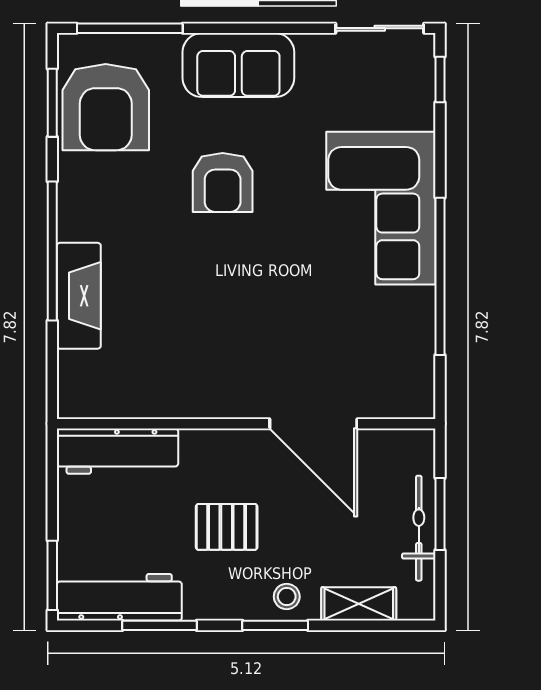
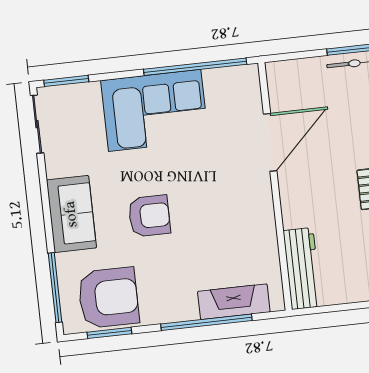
window: (440, 79) -> (66, 81), width x1.50
wall: (246, 424) -> (275, 186), moved
door: (313, 424) -> (270, 142), moved
workbench: (118, 451) -> (302, 269), moved

